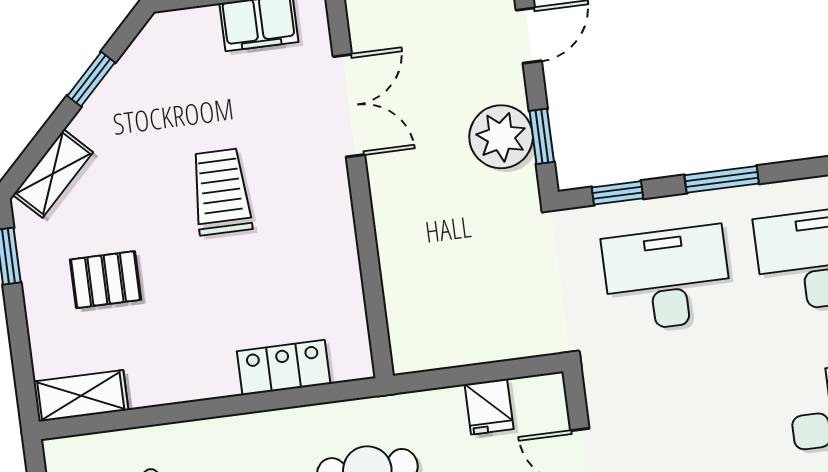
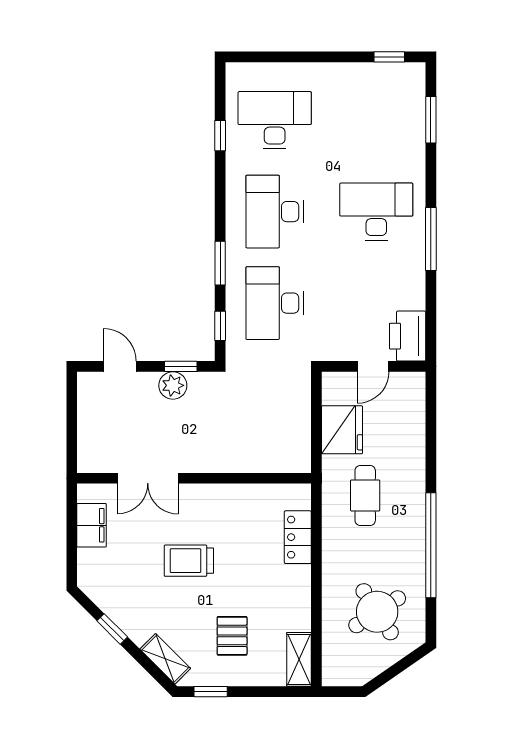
double door: (349, 106) -> (148, 478), swing flipped
plant: (501, 137) -> (173, 385), width x0.73, depth x0.73
fridge: (489, 407) -> (342, 430), width x1.88, depth x1.34

